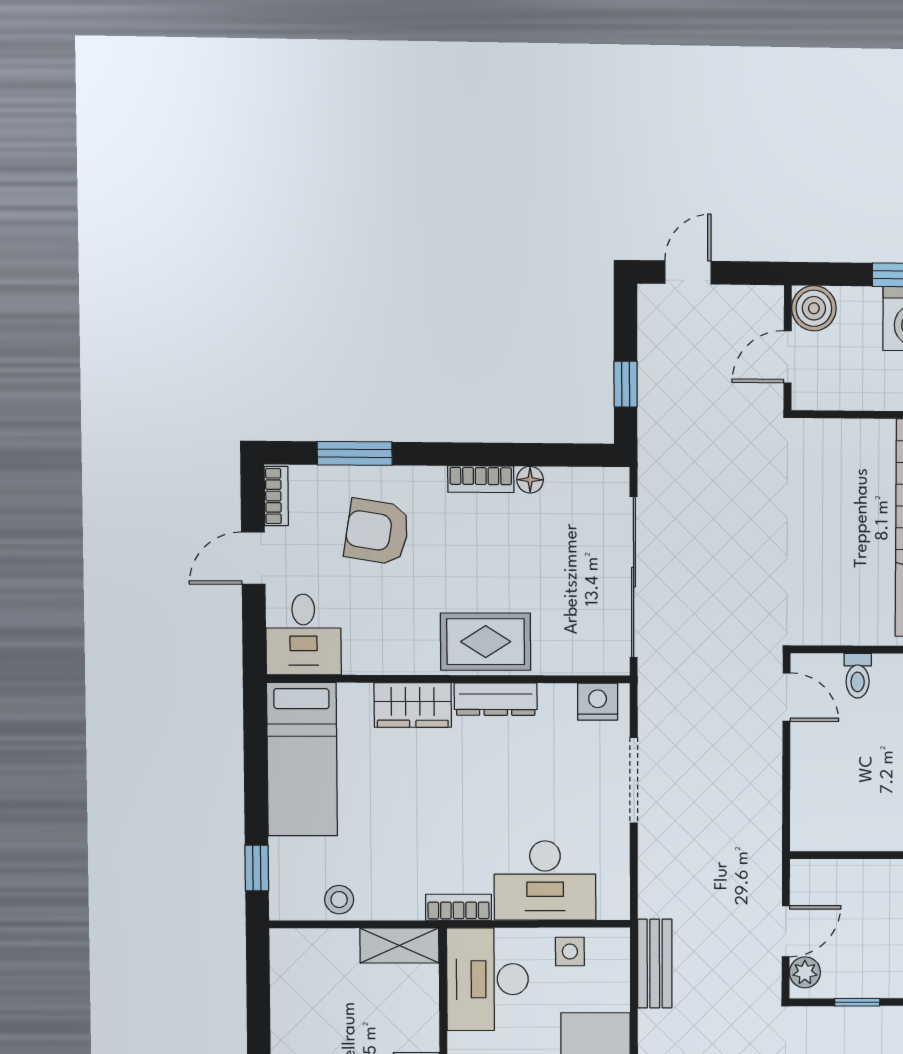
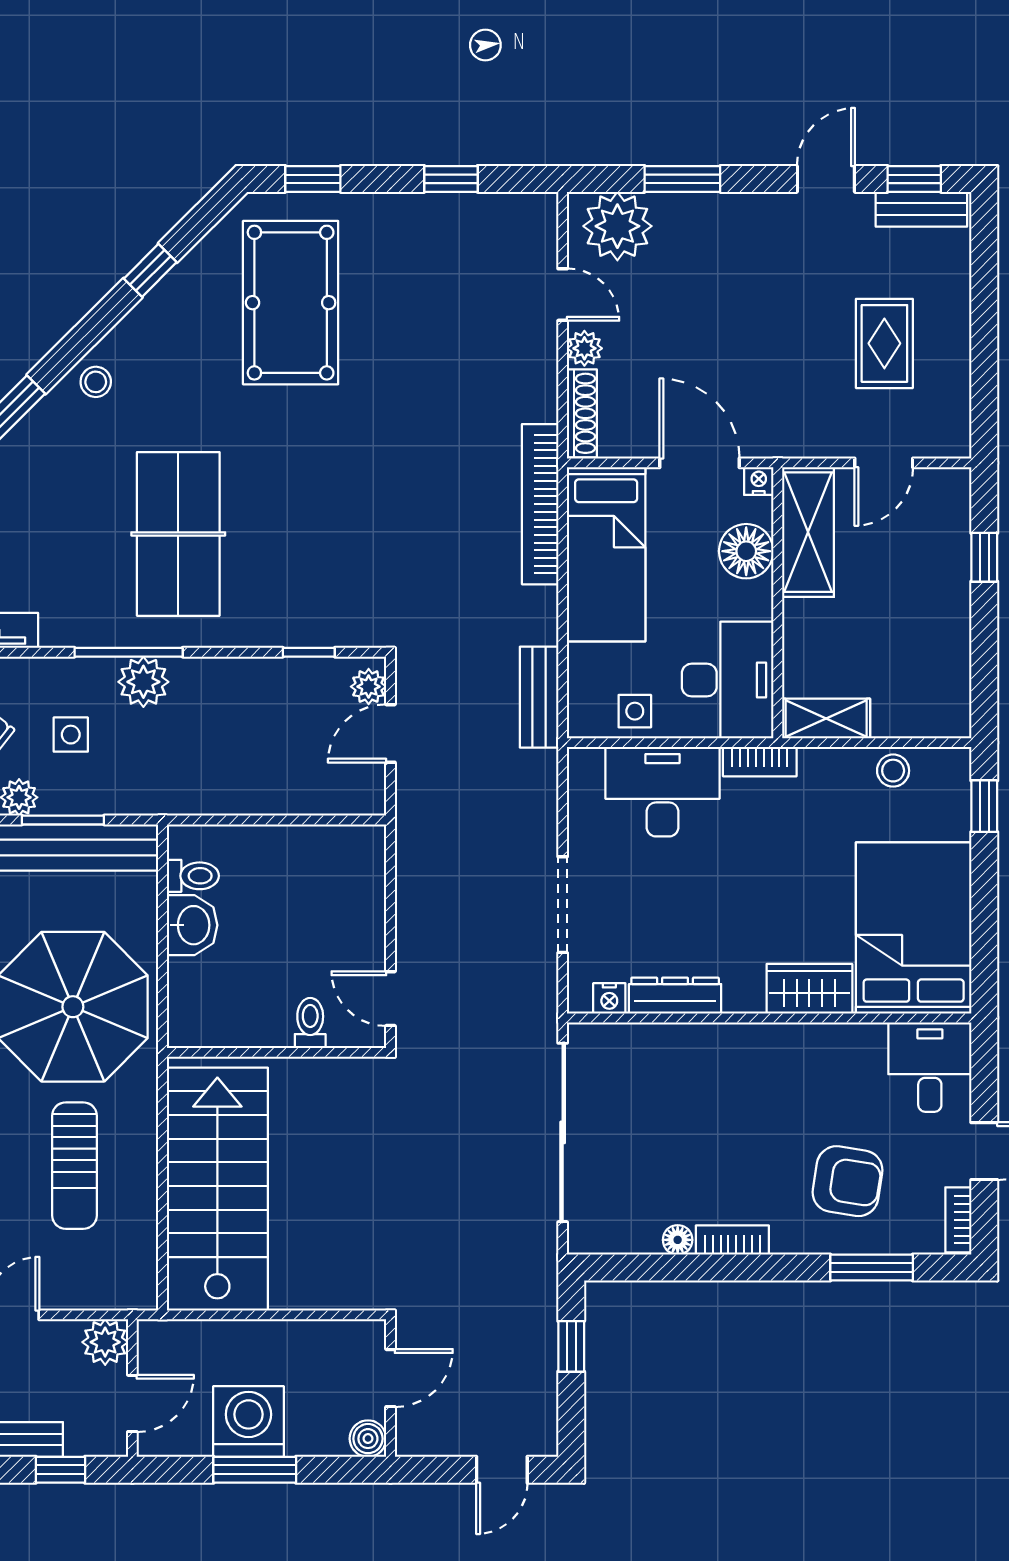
boiler: (814, 308) -> (368, 1439), width x0.73, depth x0.73
rug: (486, 642) -> (728, 1060), removed
dresser: (496, 699) -> (675, 996), moved
nightstand: (598, 702) -> (609, 998), width x0.72, depth x0.74
bed: (302, 759) -> (914, 928), width x1.50

